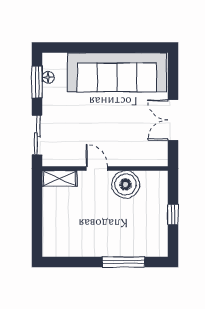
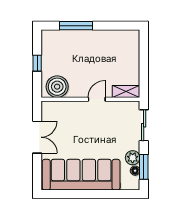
plant: (51, 94) -> (133, 158), added
door: (97, 168) -> (97, 99), swing flipped
boiler: (126, 184) -> (57, 87), moved

